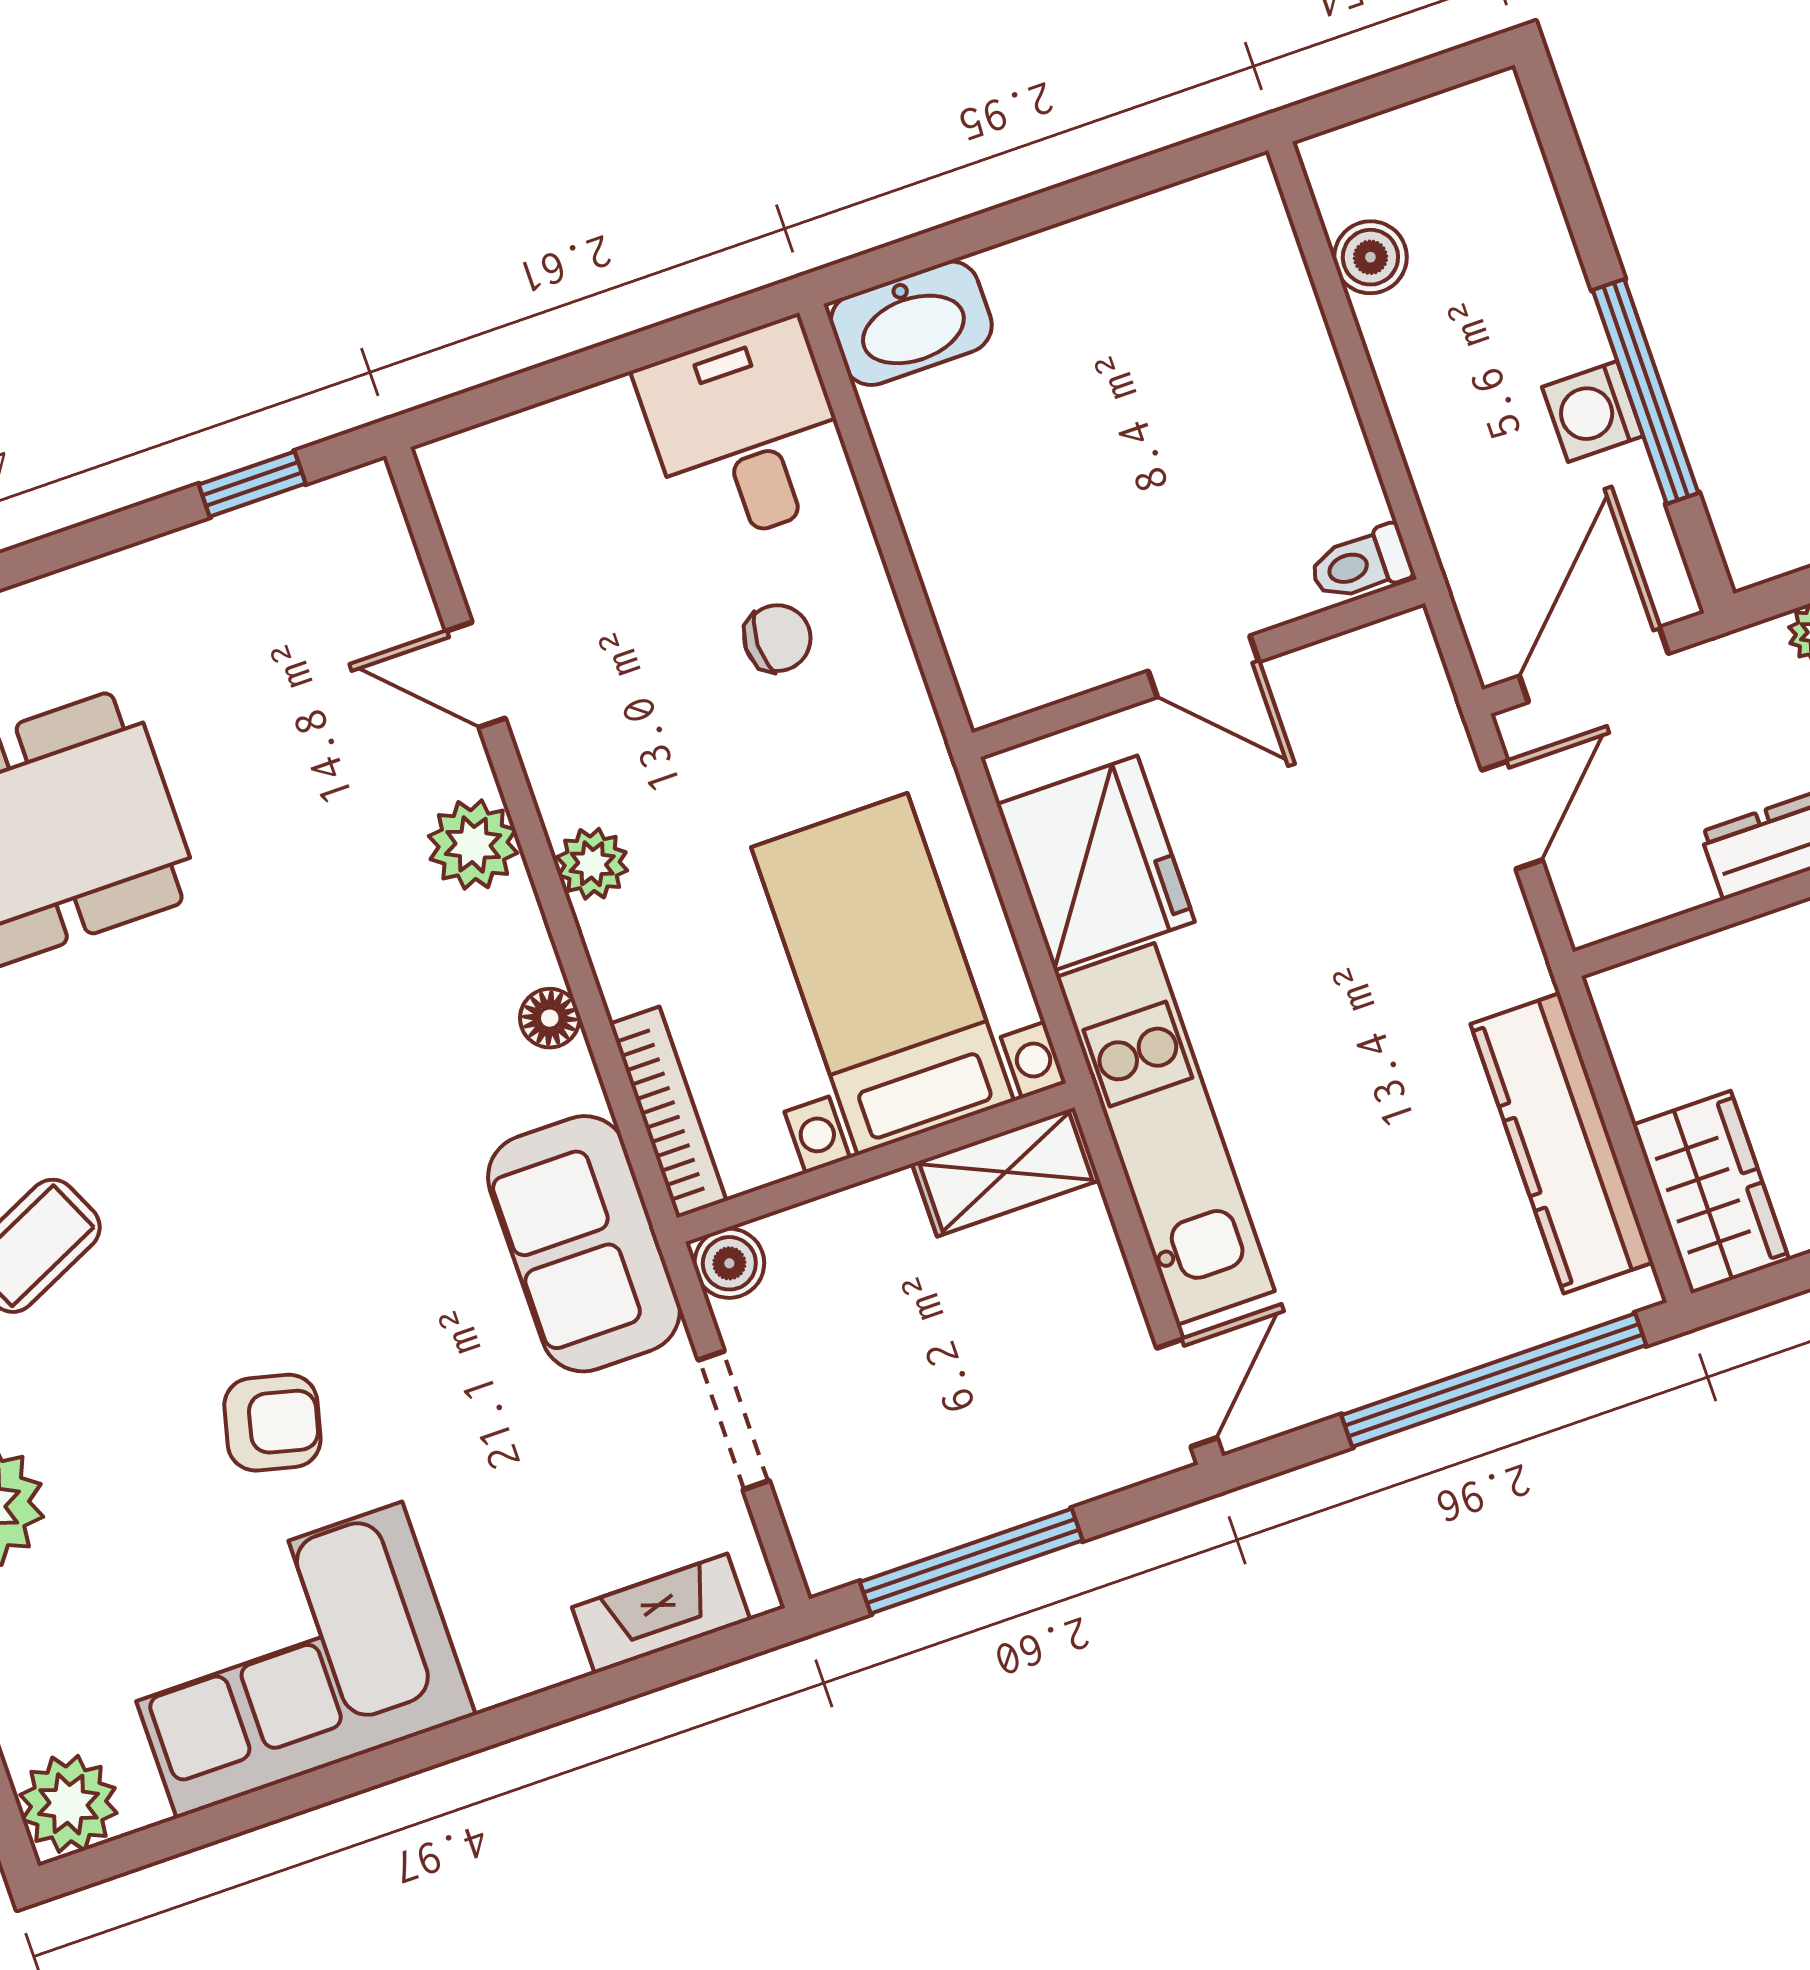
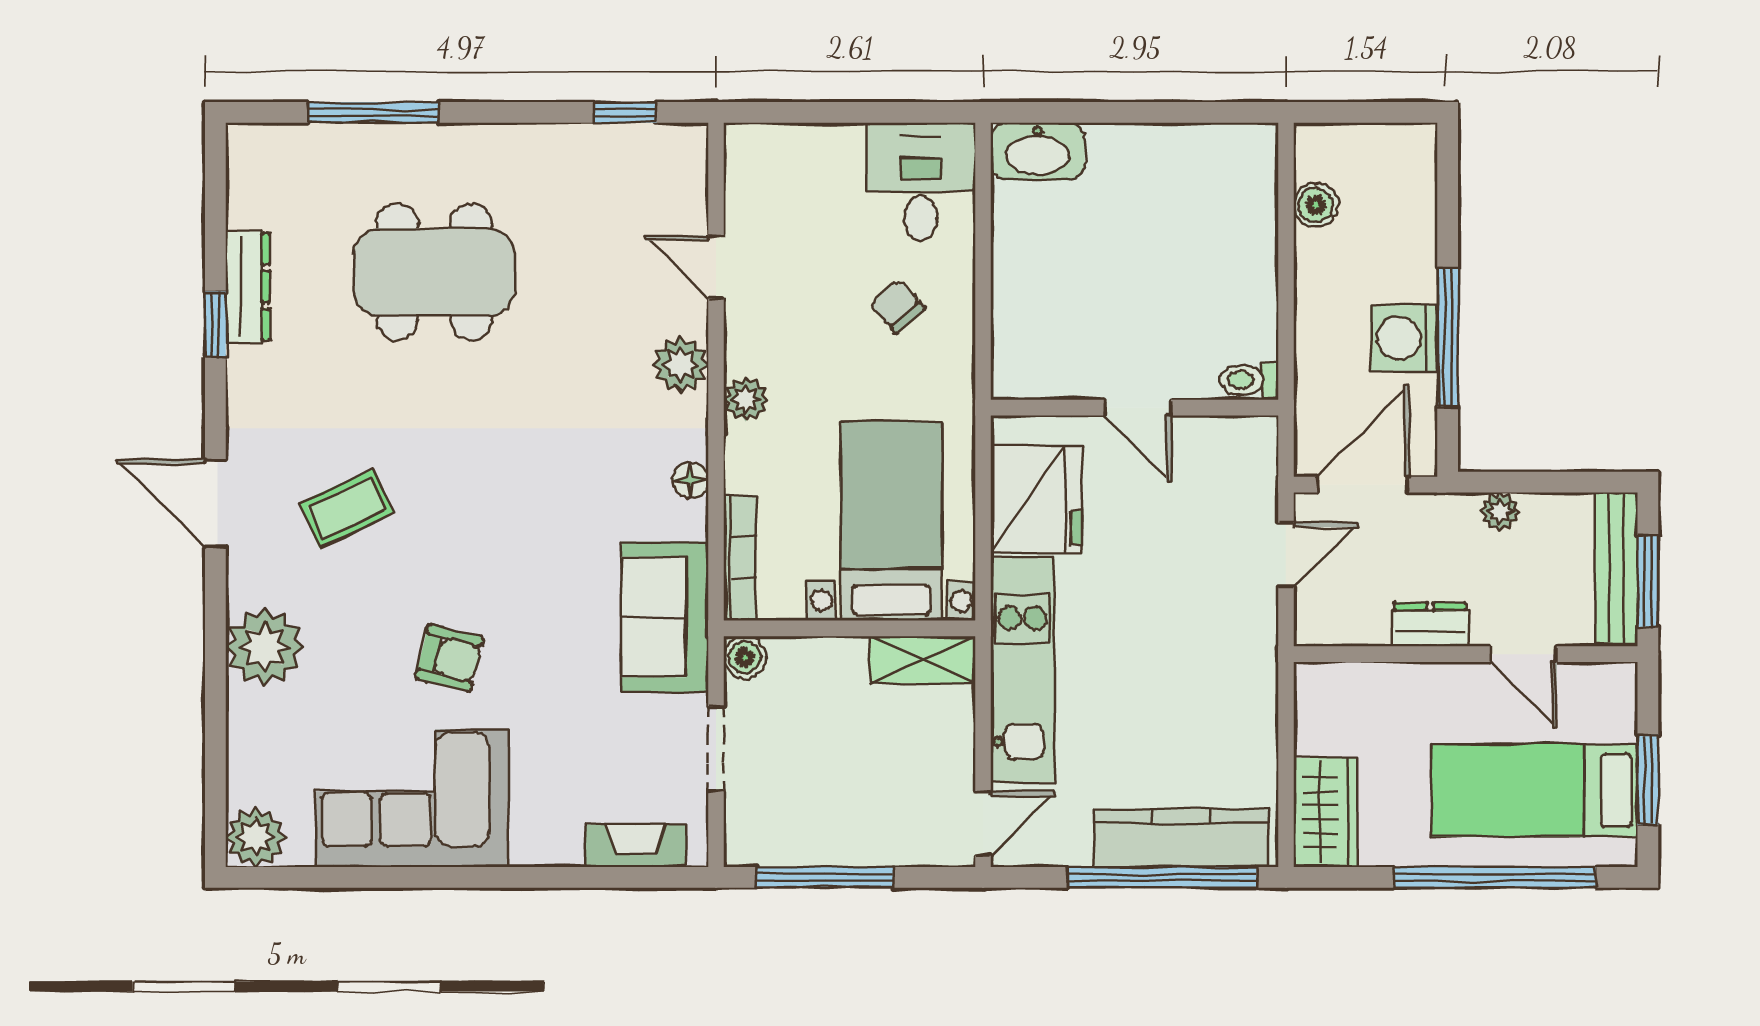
washing machine: (1593, 412) -> (1404, 338), width x1.38, depth x1.38
chair: (777, 638) -> (898, 306), turned -132
kitchen counter: (1562, 1143) -> (1181, 838), moved, turned 90

